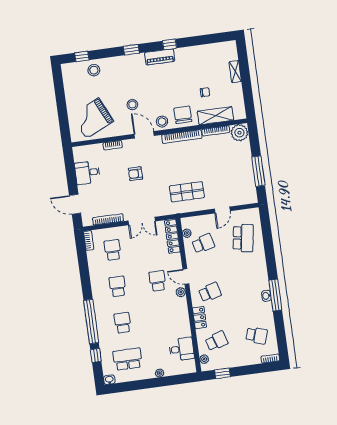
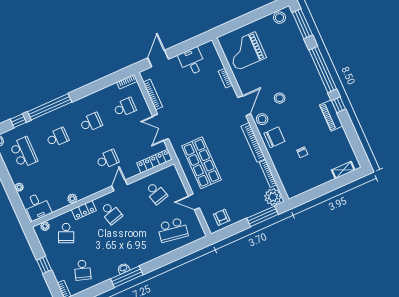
window: (131, 50) -> (323, 69), width x3.17
window: (82, 56) -> (302, 24), width x2.17
piano: (160, 57) -> (331, 116), moved
stool: (94, 70) -> (279, 18), moved
shelving: (235, 72) -> (343, 170), moved
stool: (132, 105) -> (280, 98), moved
shelving: (215, 116) -> (283, 169), removed
grand piano: (92, 118) -> (246, 51), turned -65
window: (258, 171) -> (263, 216), moved
armchair: (135, 174) -> (222, 217), moved
shop shelf: (187, 192) -> (201, 163), width x1.43, depth x1.36
plant: (187, 233) -> (161, 174), removed
plant: (181, 292) -> (72, 199), moved
school desk: (217, 341) -> (66, 233), turned 42
desk: (182, 349) -> (37, 206), moved
window: (222, 373) -> (44, 265), moved

